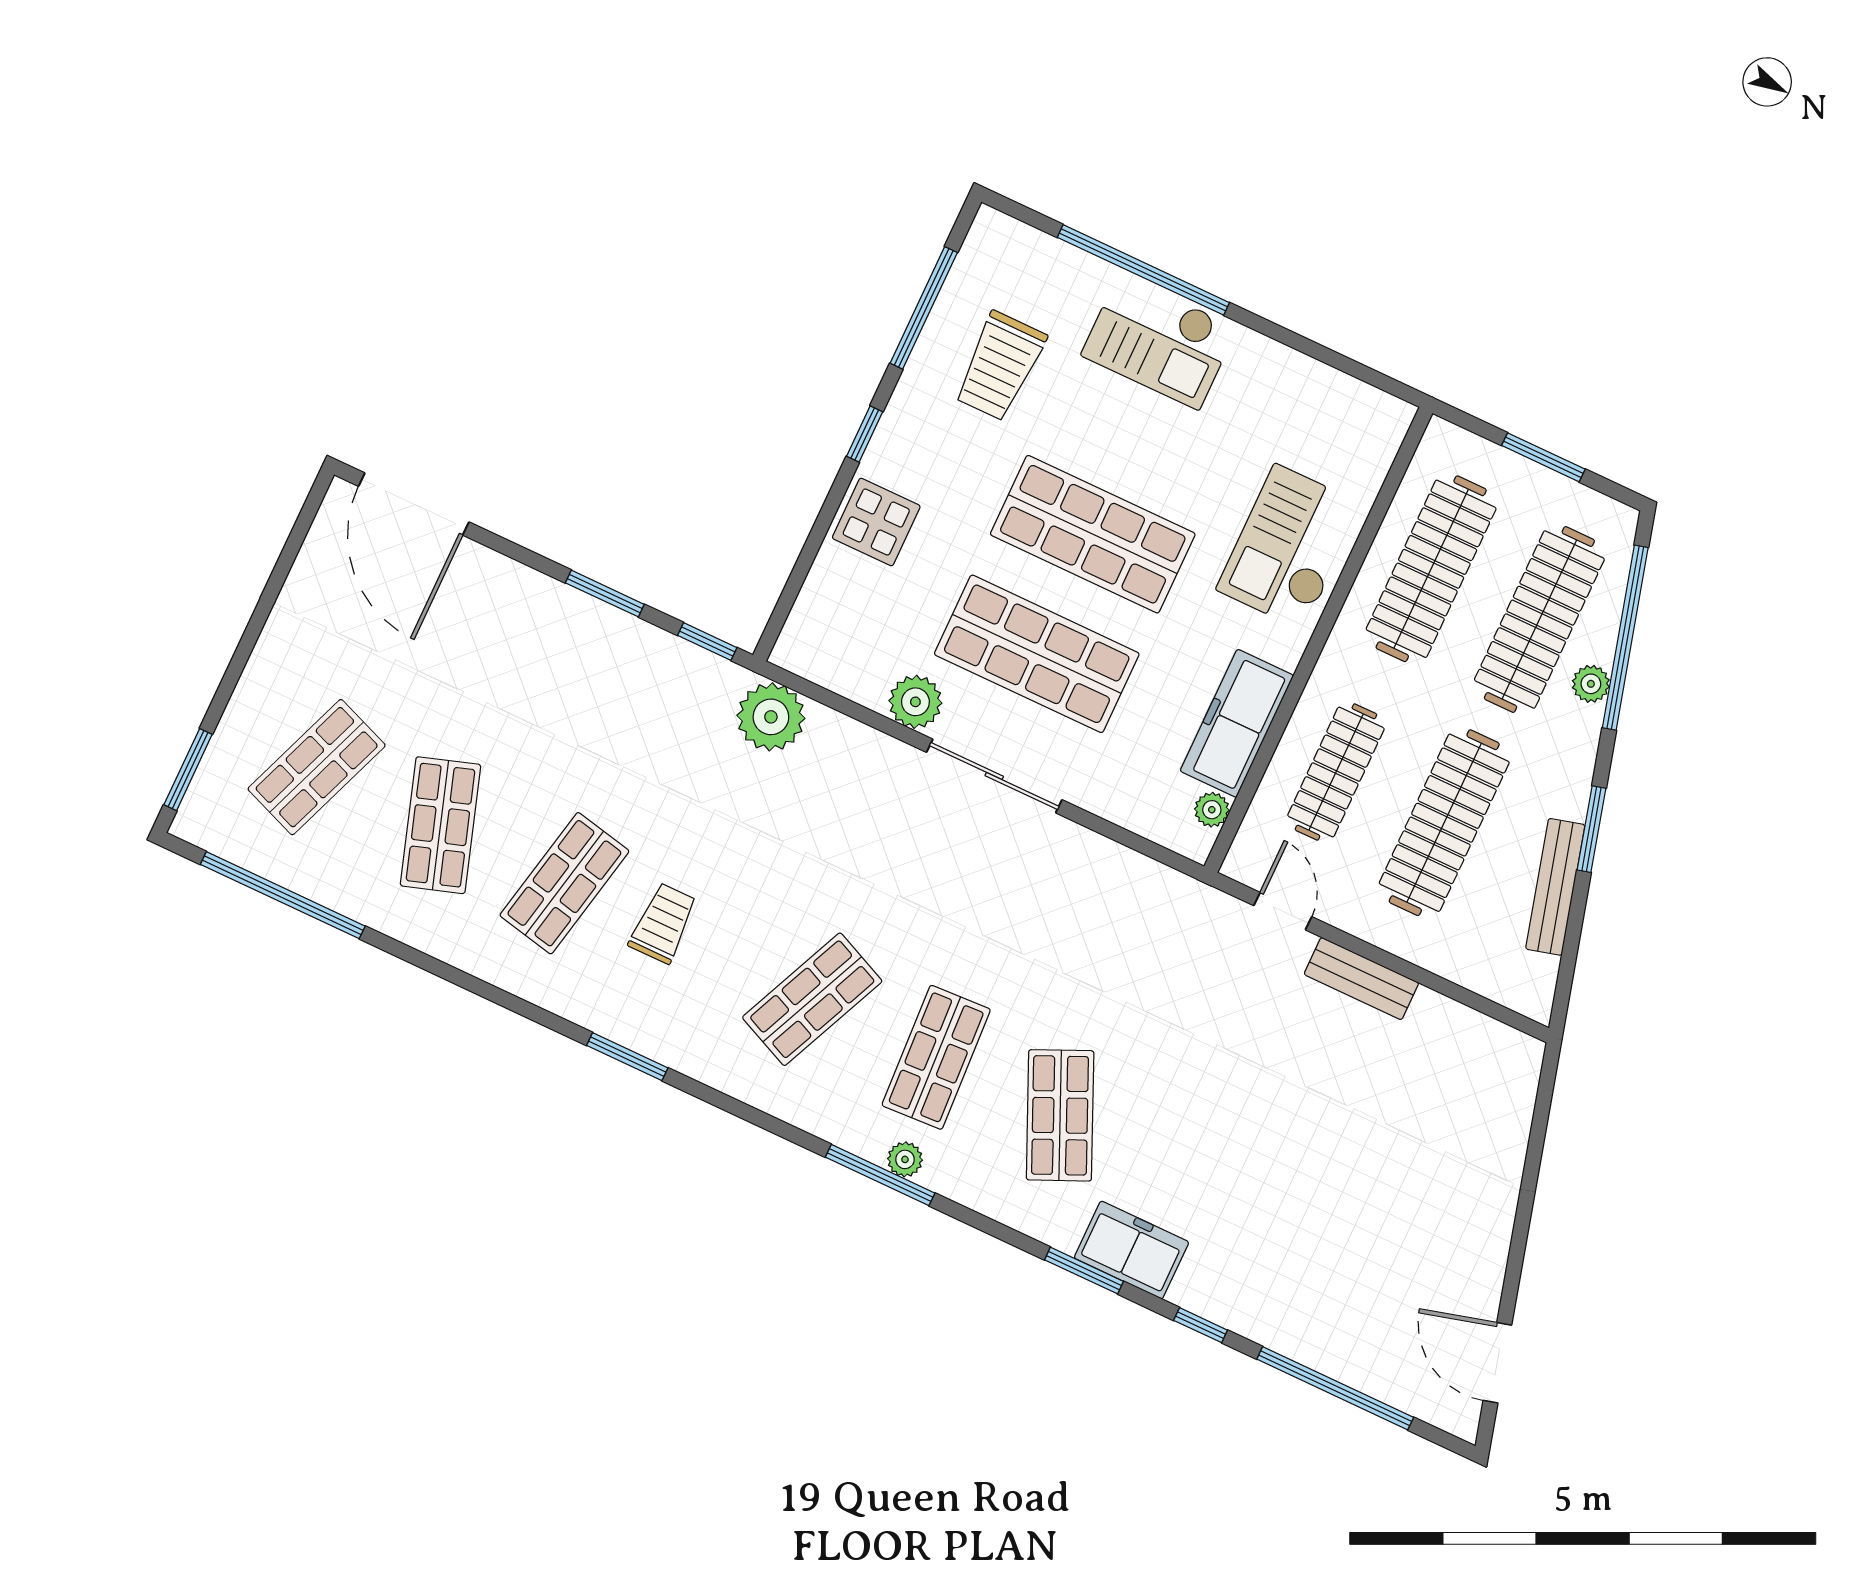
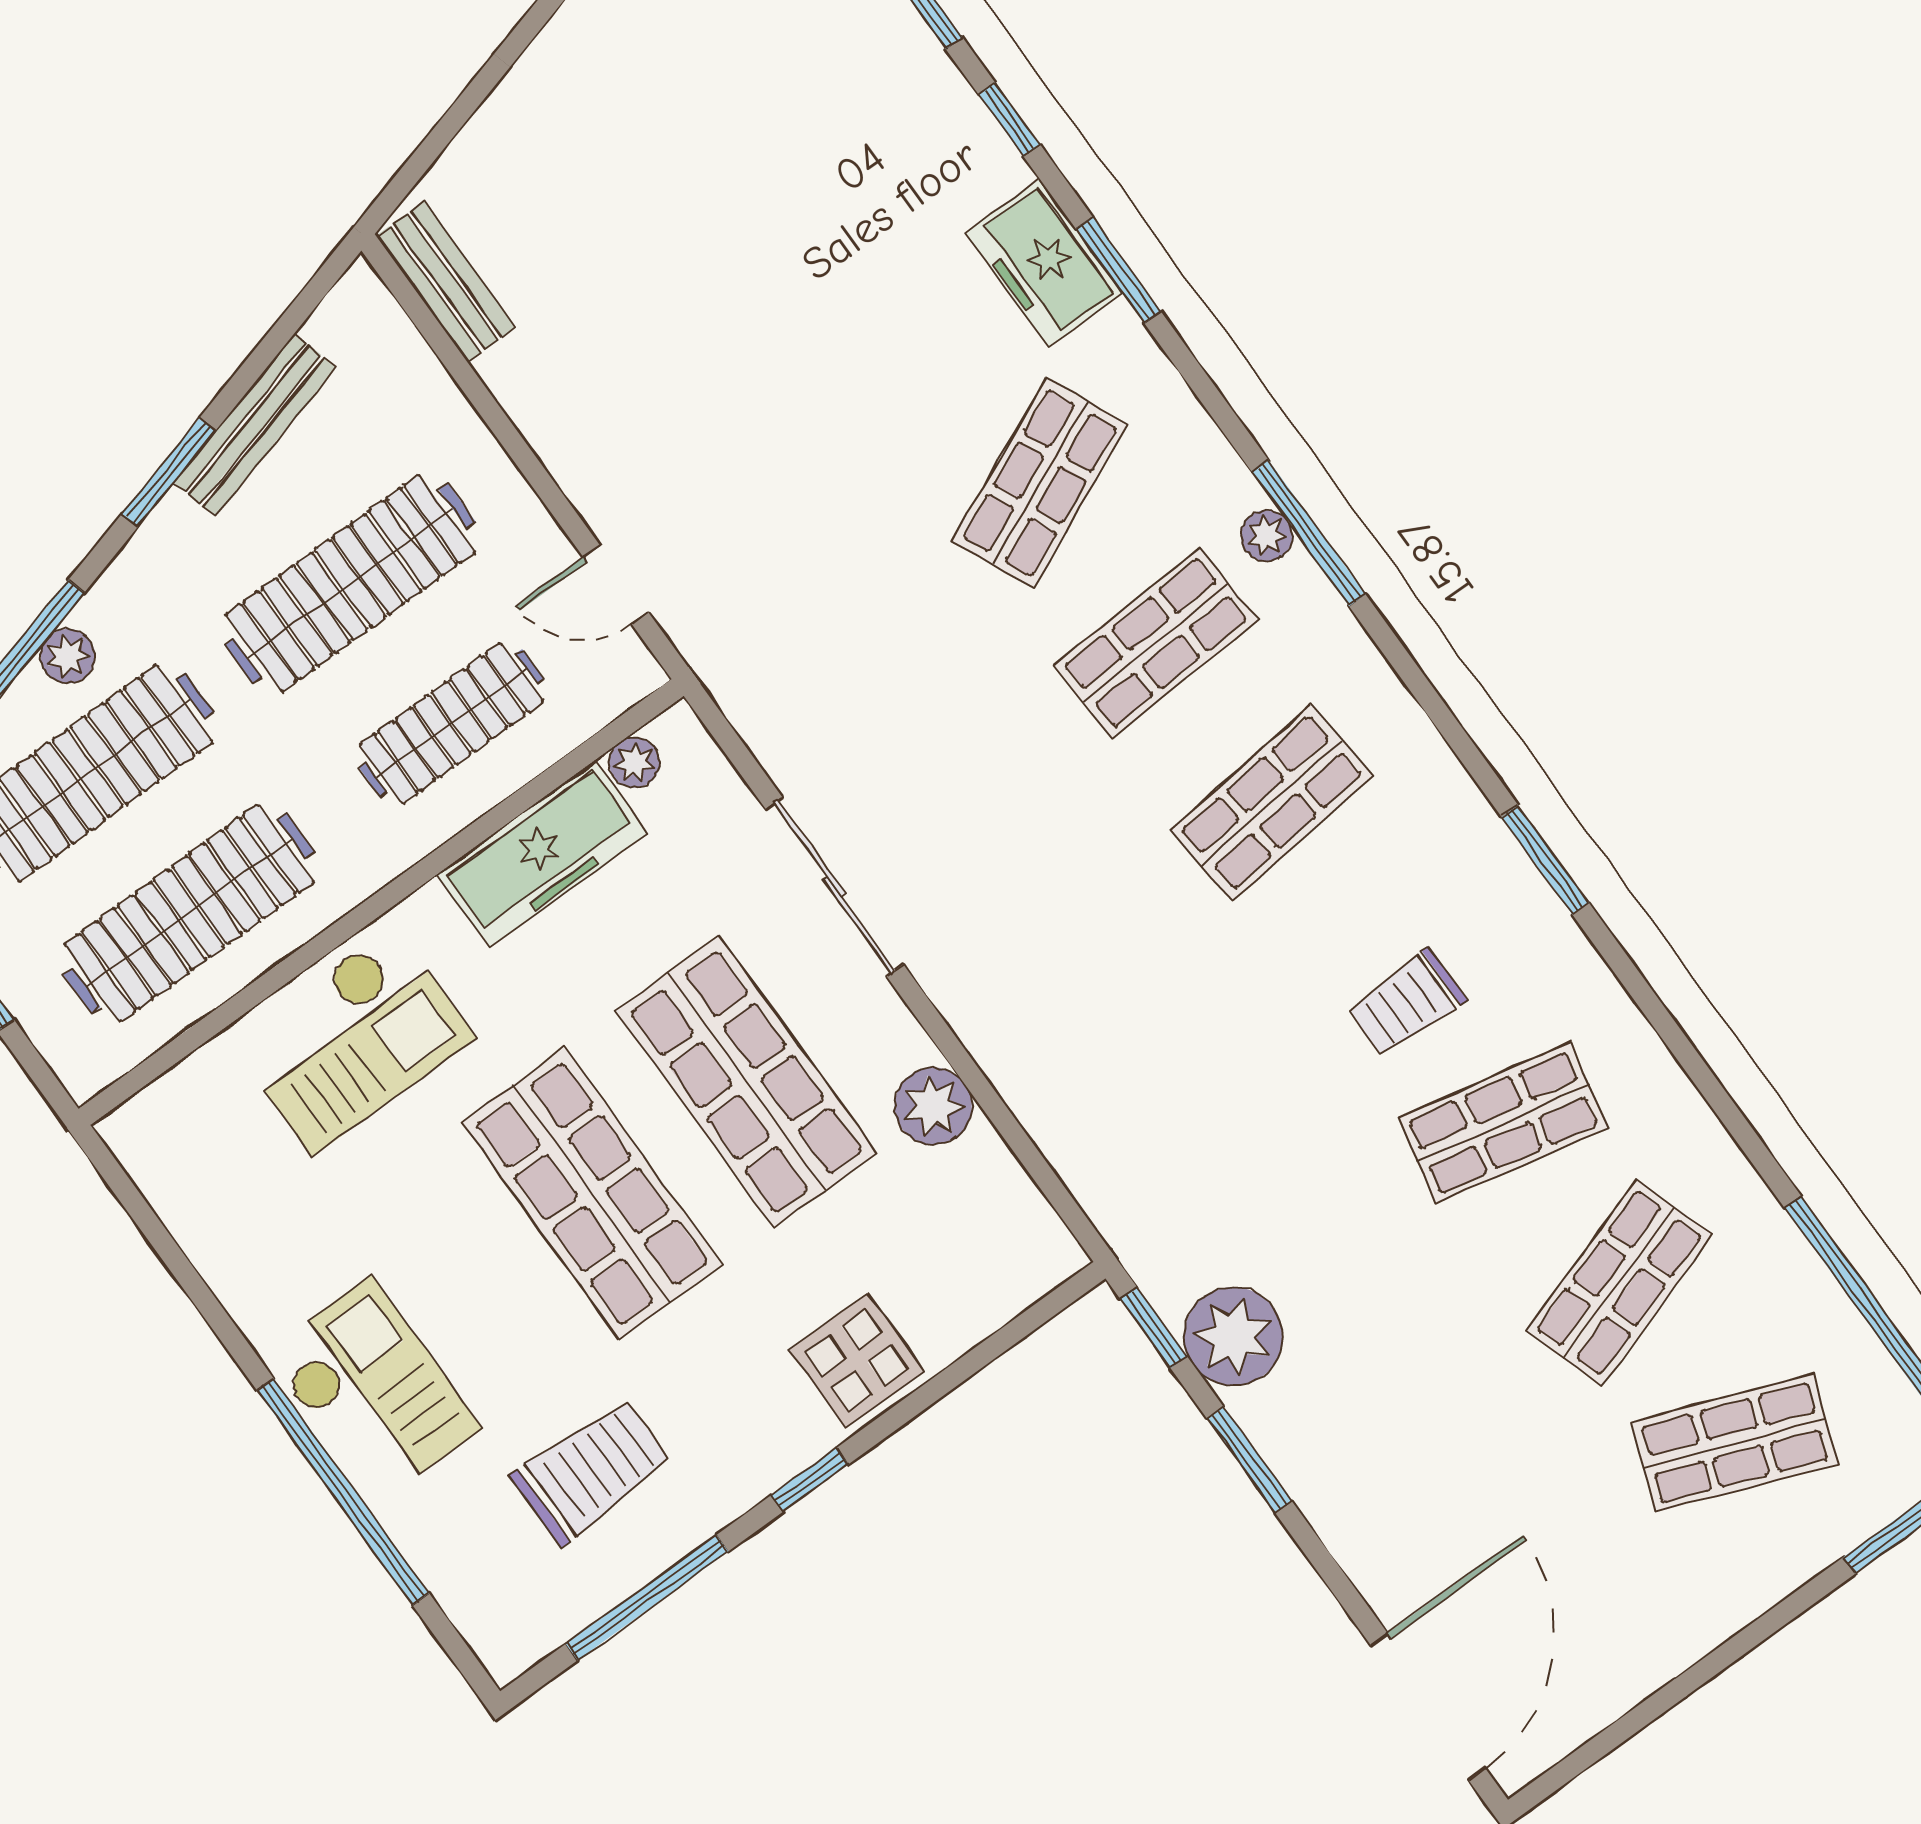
plant: (771, 717) -> (1233, 1336), moved
sliding door: (994, 776) -> (834, 887), moved
door: (1283, 911) -> (616, 585), hinge flipped
bench: (1361, 979) -> (446, 282), moved
shop shelf: (812, 999) -> (1272, 803), turned -30

